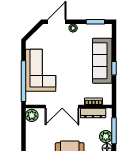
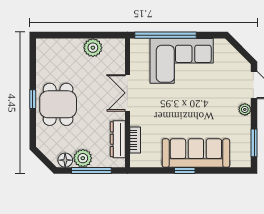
double door: (62, 107) -> (127, 93), width x0.73
plant: (32, 115) -> (93, 48), moved

